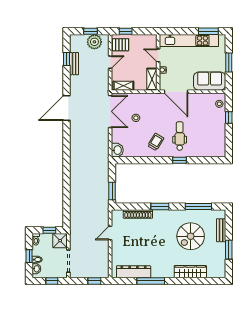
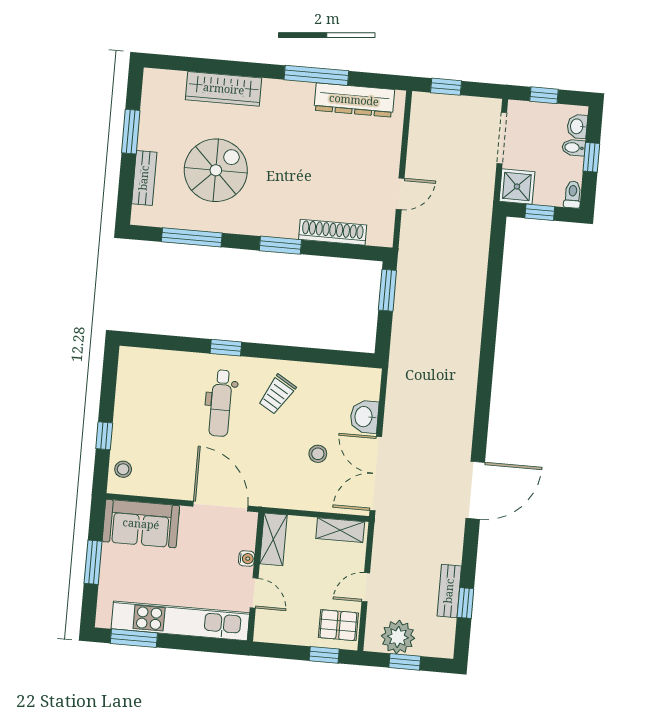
washbasin: (117, 150) -> (364, 417), moved

